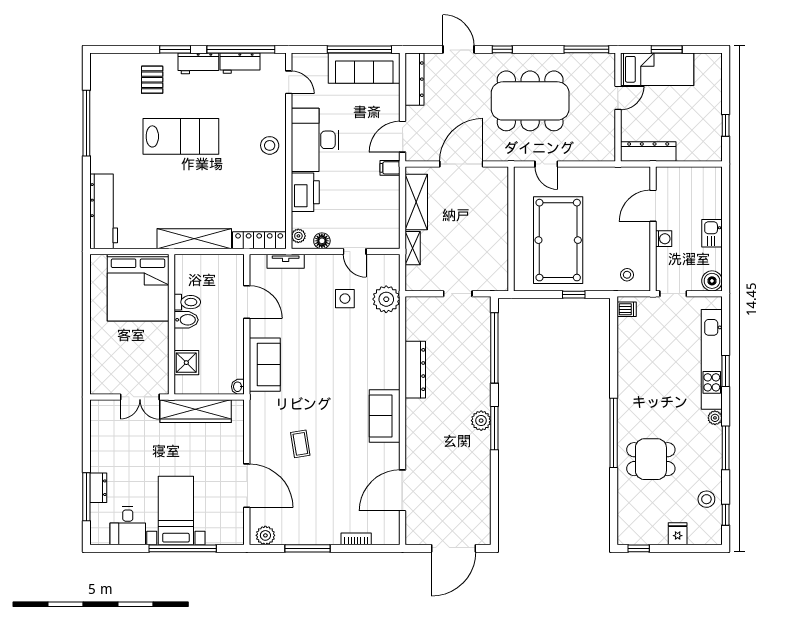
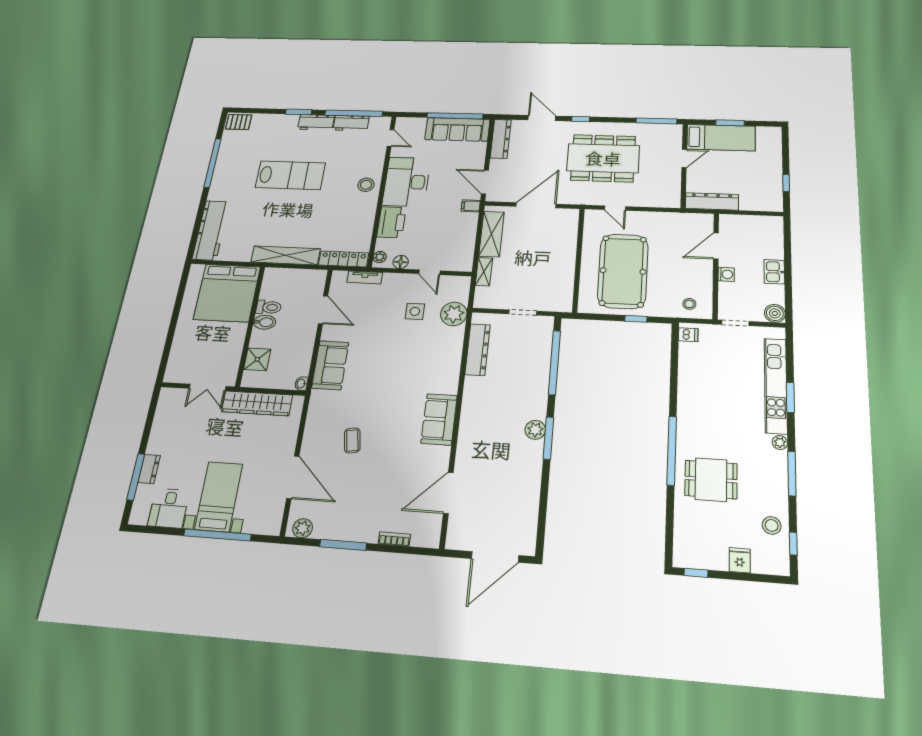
pallet: (152, 80) -> (239, 122), moved, turned 90
door: (403, 137) -> (485, 182), hinge flipped
dresser: (415, 370) -> (478, 350), moved

